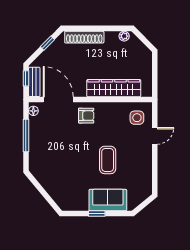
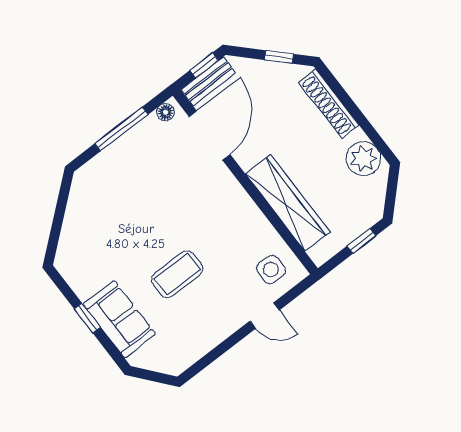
plant: (124, 36) -> (363, 159), width x1.88, depth x1.88
window: (155, 69) -> (361, 241), added
armchair: (86, 116) -> (217, 194), removed

